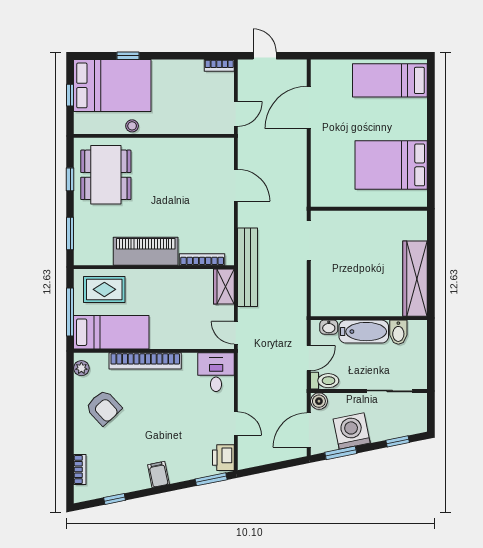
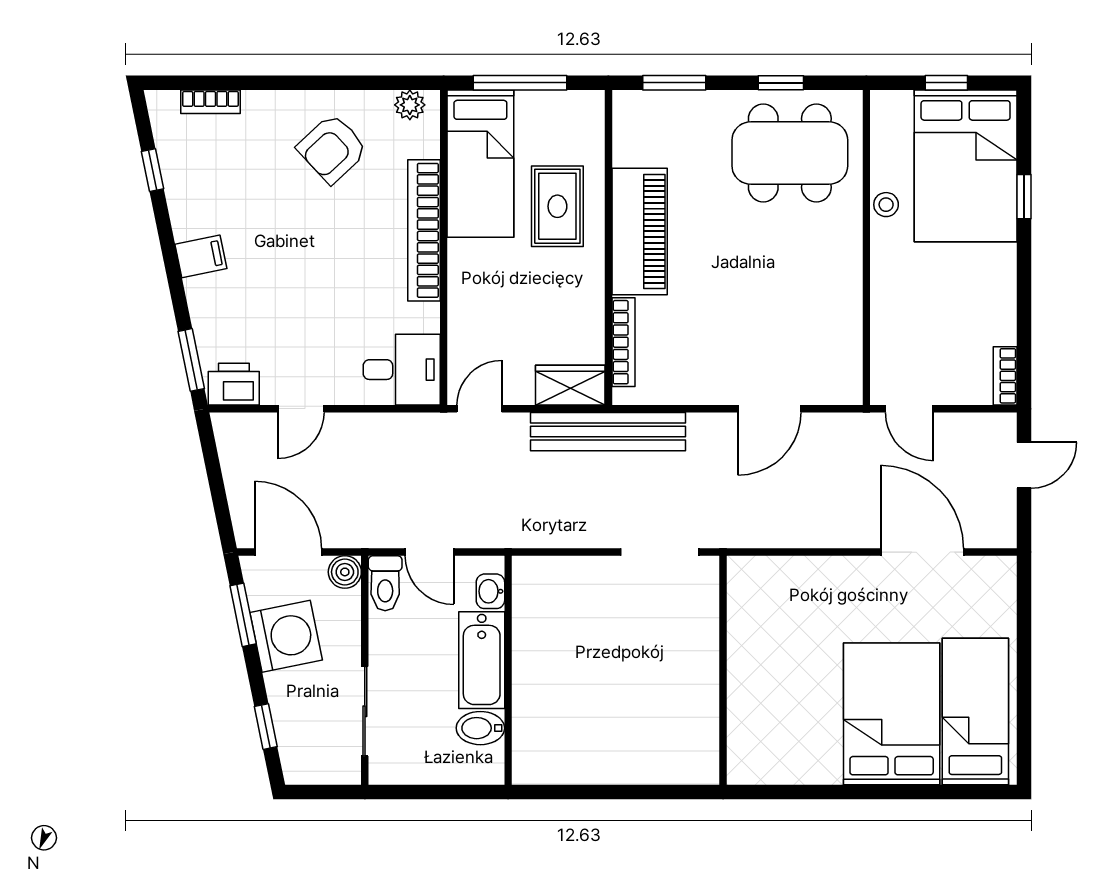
bed: (391, 165) -> (892, 714), moved
wardrobe: (415, 279) -> (586, 761), removed
rug: (104, 289) -> (557, 206), moved

